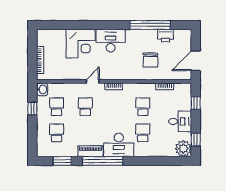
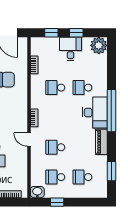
window: (196, 140) -> (76, 33), moved
window: (103, 161) -> (111, 111), moved

